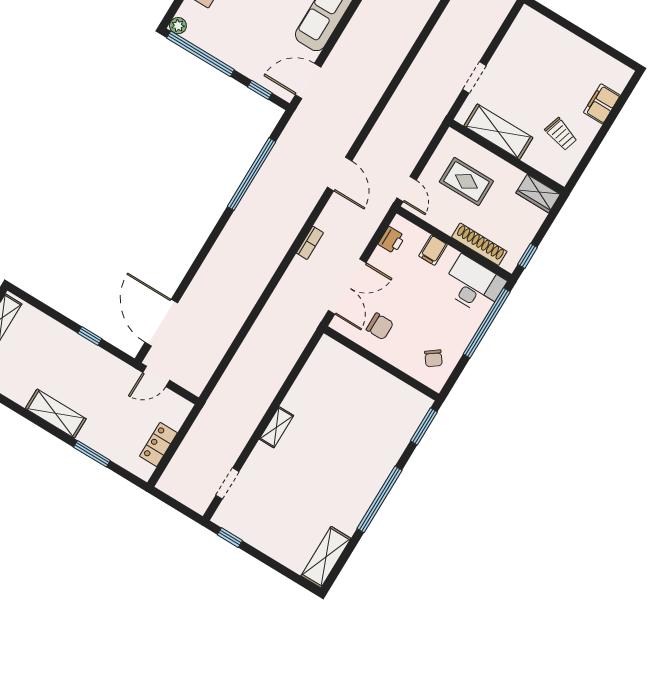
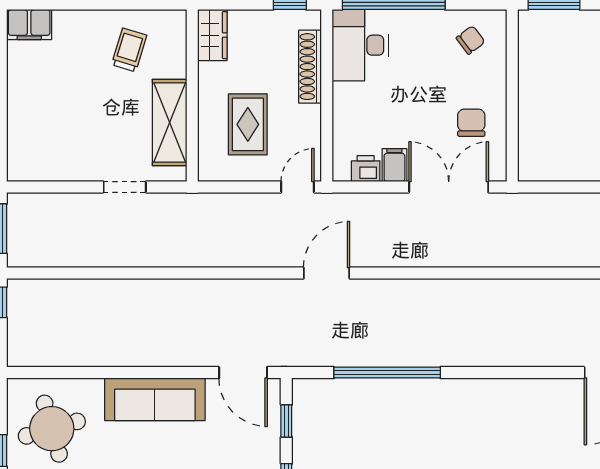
filing cabinet: (602, 104) -> (29, 25), moved
bookcase: (310, 243) -> (425, 259), removed
filing cabinet: (433, 250) -> (394, 165), moved, turned -90

